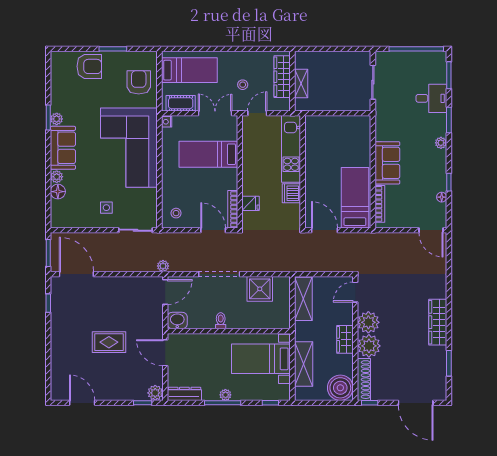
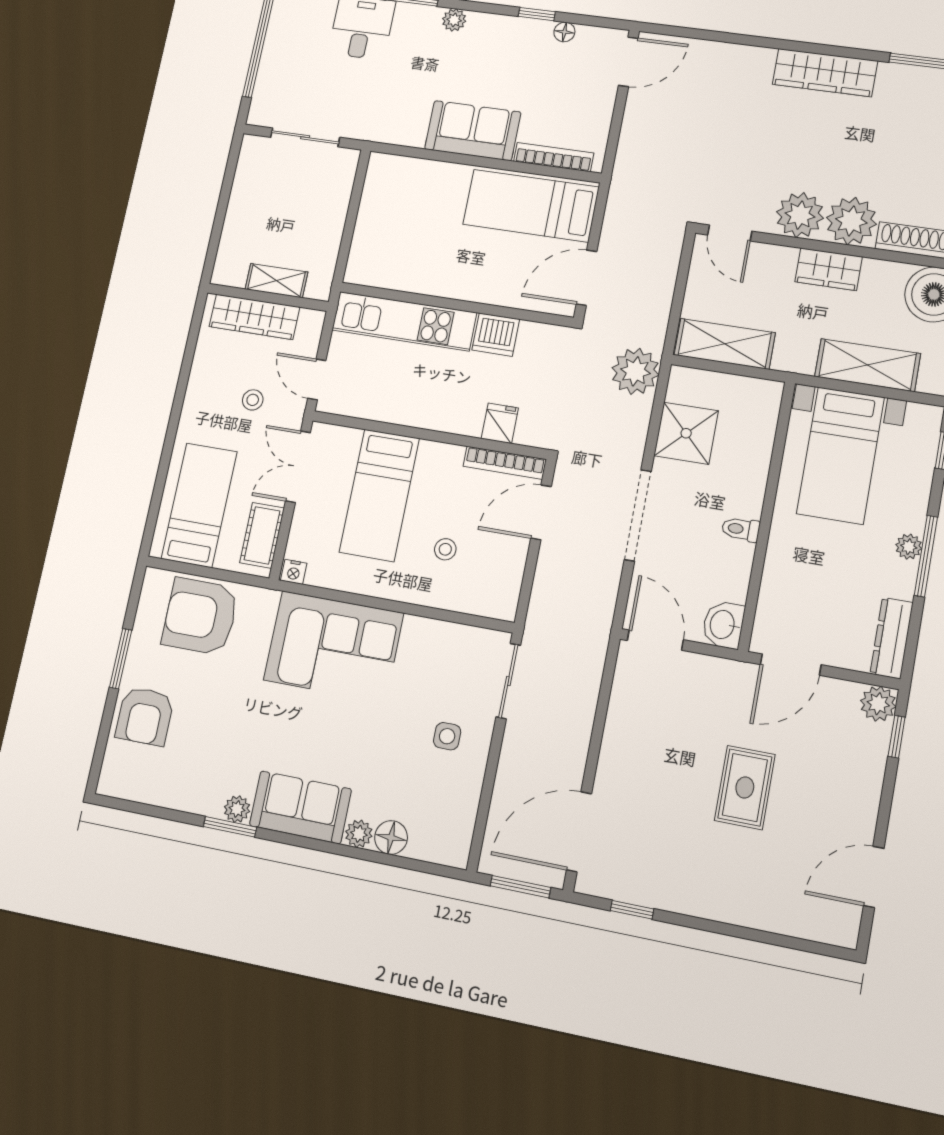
armchair: (89, 66) -> (145, 716), turned 180
armchair: (139, 82) -> (200, 616), width x1.36, depth x1.36
corner sofa: (129, 148) -> (334, 647), width x0.73, depth x0.74
stool: (176, 213) -> (445, 549), moved
plant: (163, 266) -> (635, 371), moved, width x1.87, depth x1.87

